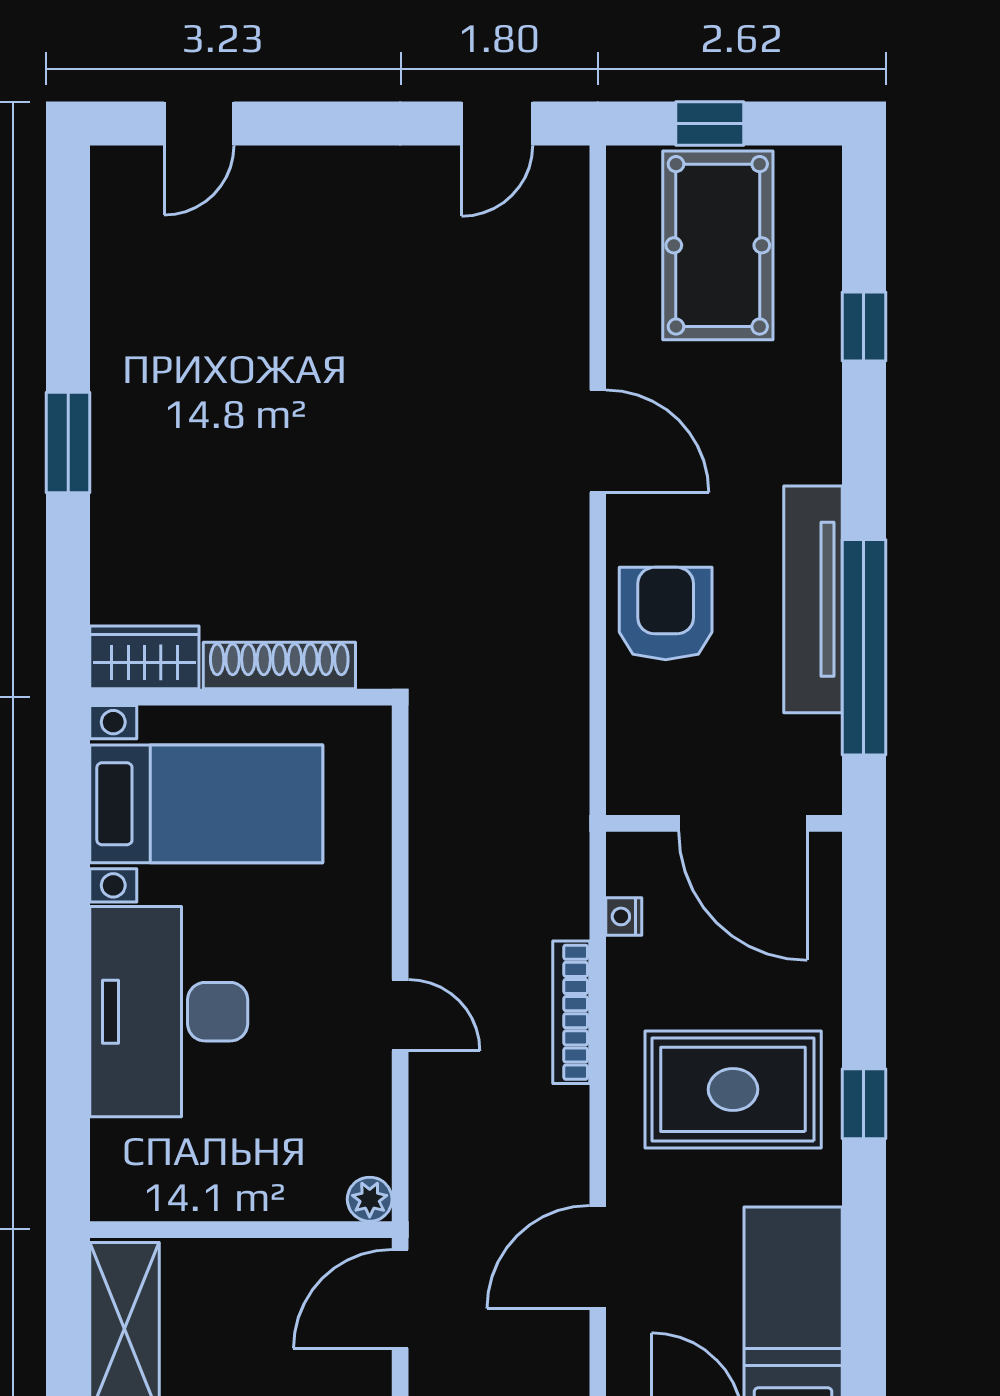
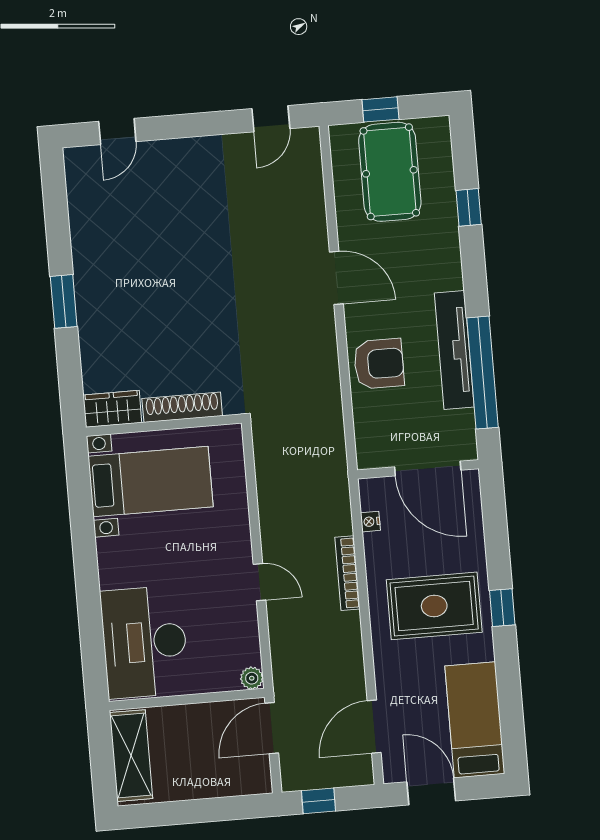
armchair: (666, 614) -> (379, 364), turned 90
desk: (169, 1012) -> (145, 642), moved
door: (598, 1257) -> (374, 727), moved

